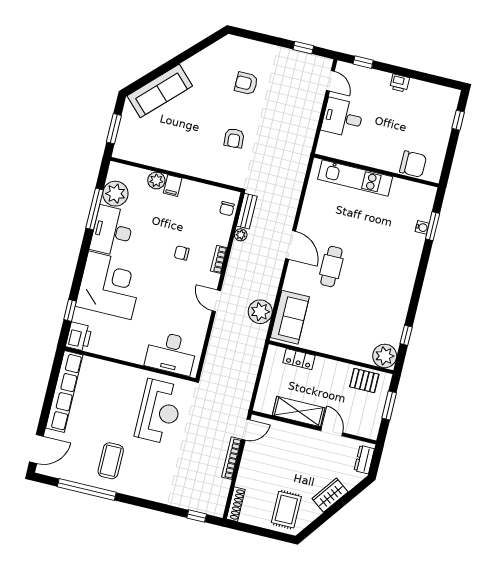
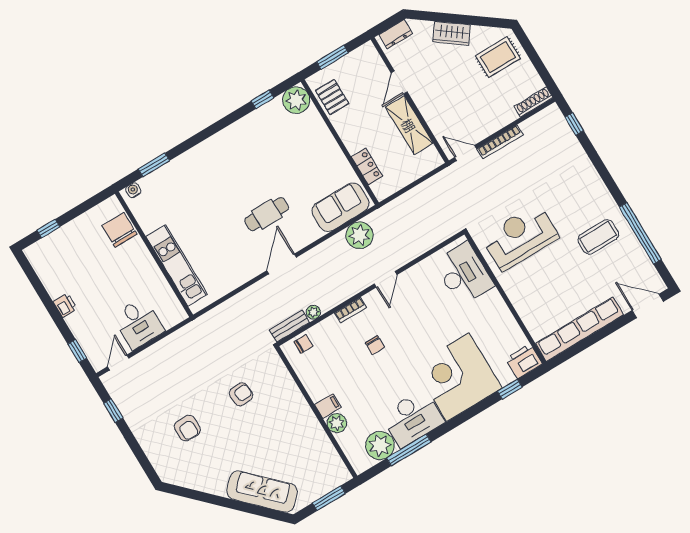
water cooler: (422, 227) -> (133, 190), moved

